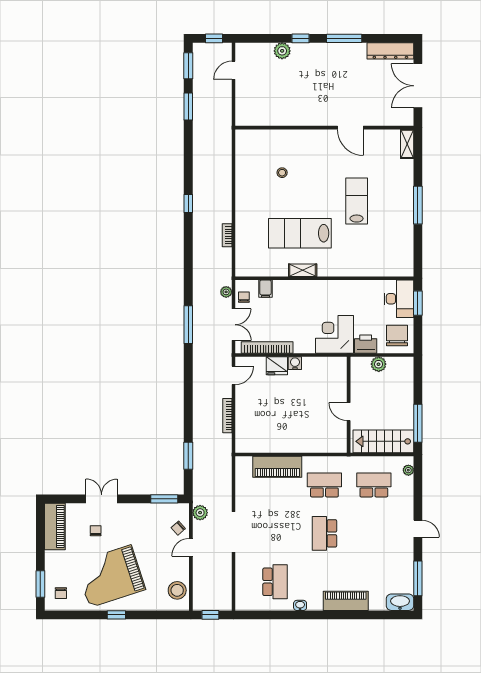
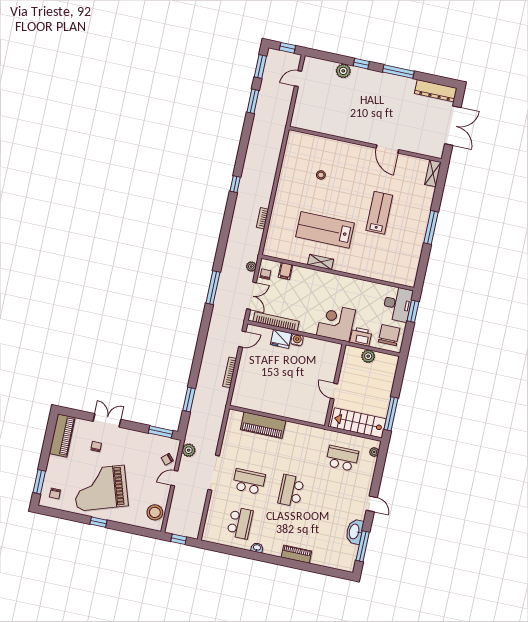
double door: (418, 86) -> (453, 126), swing flipped
school desk: (324, 485) -> (249, 482), moved
piano: (346, 601) -> (296, 554), width x0.73, depth x0.75
washbasin: (400, 602) -> (355, 532), moved, turned -90

